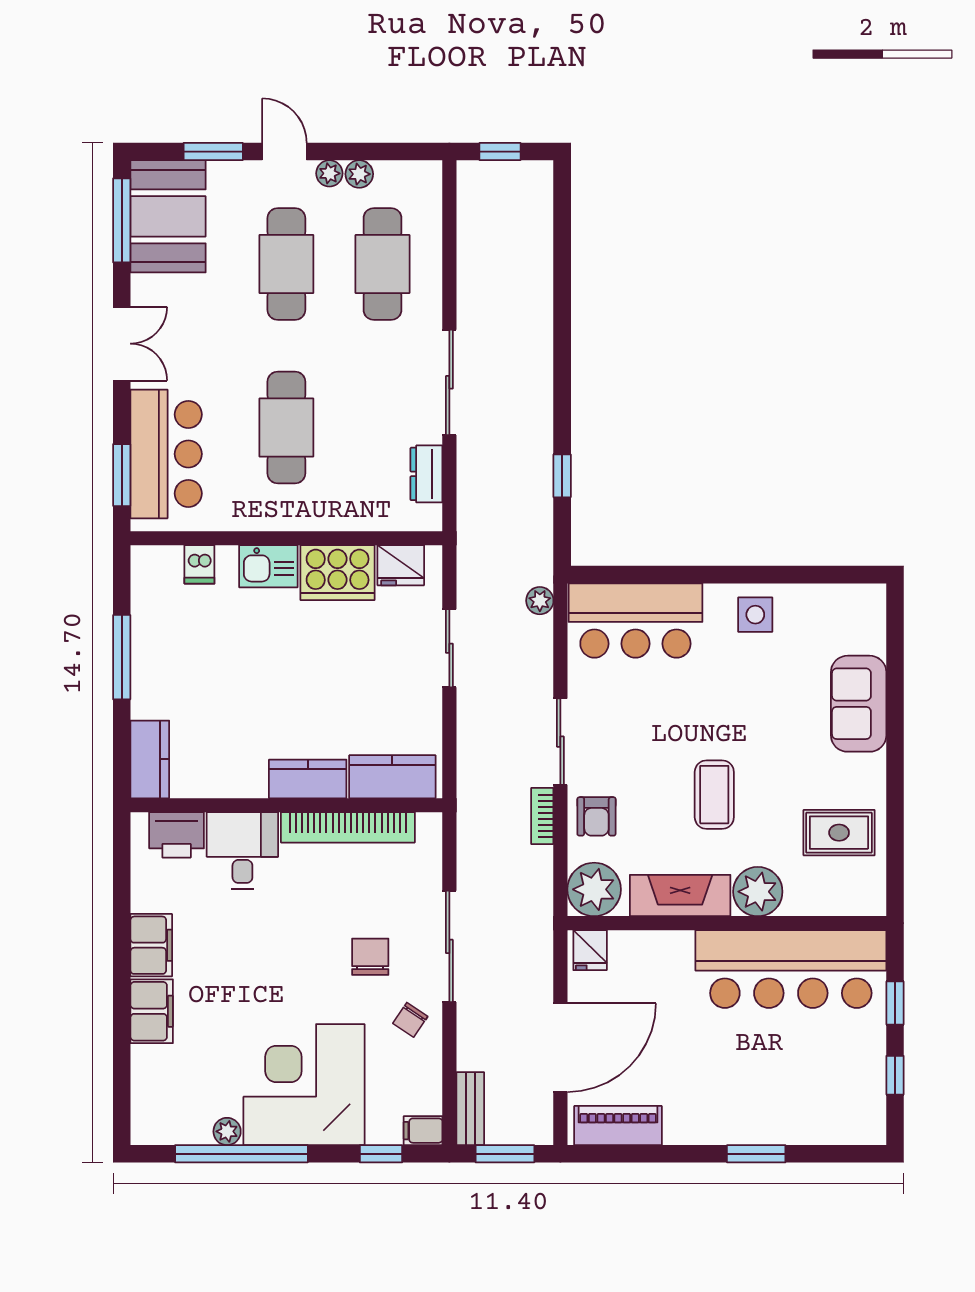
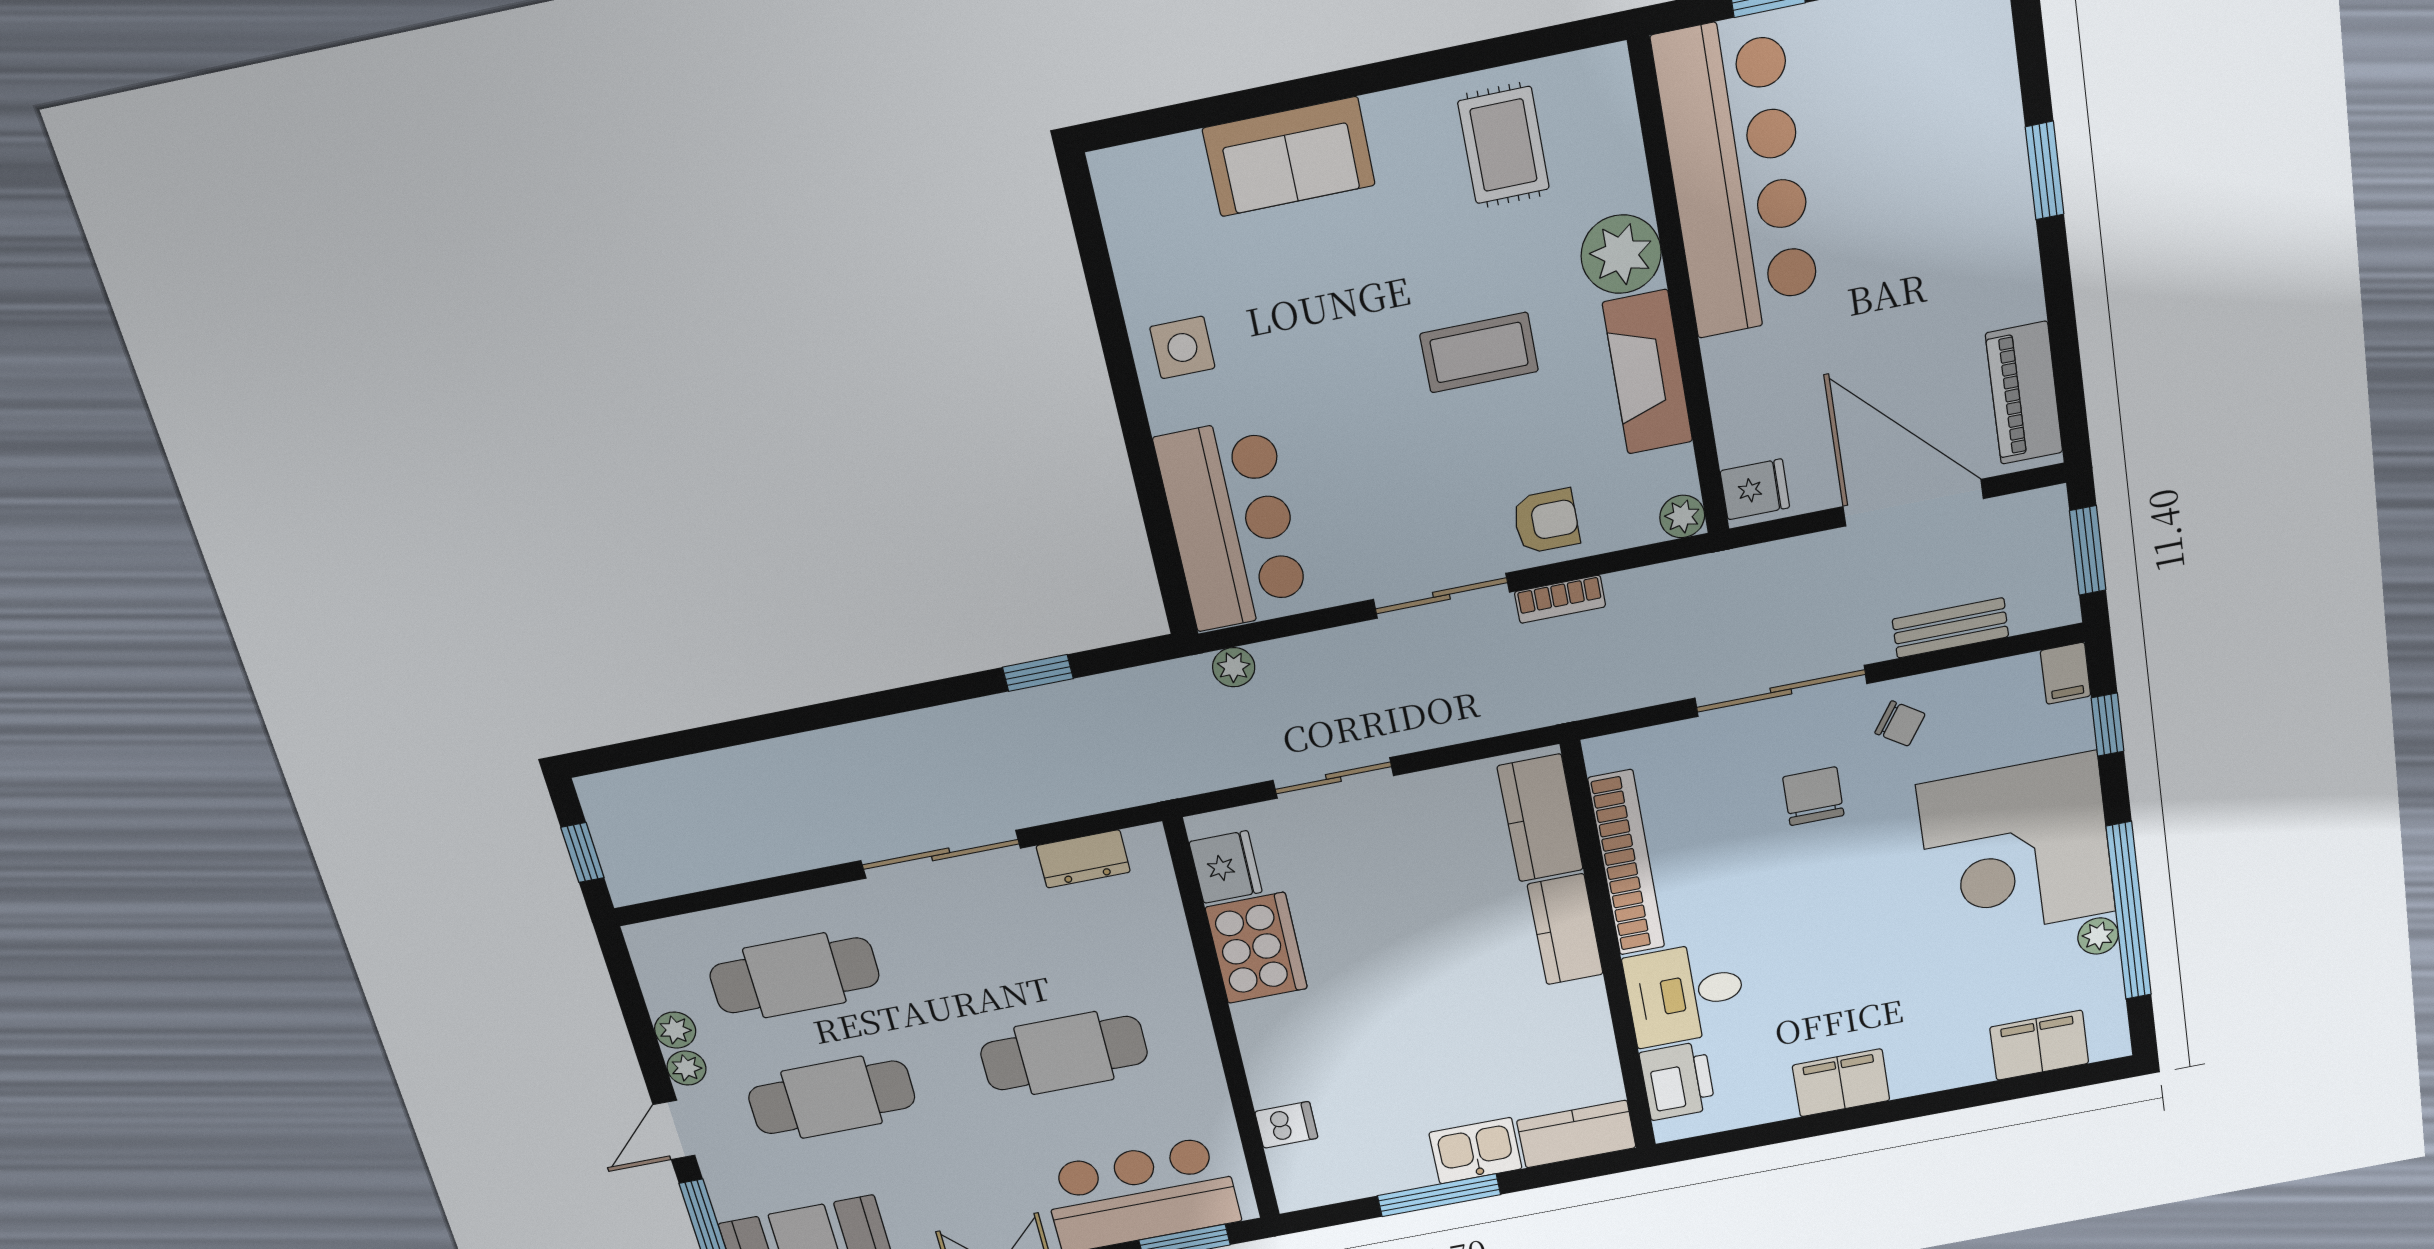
kitchen sink: (268, 566) -> (1476, 1151), moved, turned -90
plant: (594, 889) -> (1682, 516), width x0.53, depth x0.53
chair: (370, 957) -> (1813, 796), turned 90
filing cabinet: (152, 1011) -> (2039, 1045), moved
bench: (470, 1109) -> (1950, 628), moved

